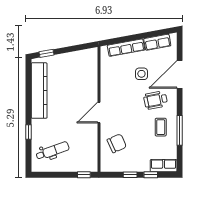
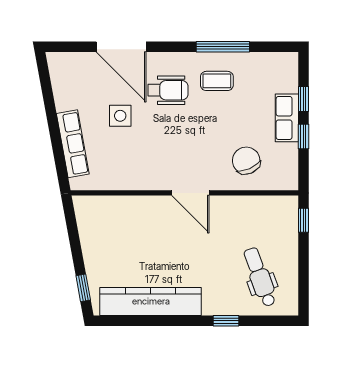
row of seats: (157, 42) -> (63, 87), removed
wheelchair: (156, 100) -> (168, 90), turned -79
row of seats: (164, 166) -> (287, 118), moved

